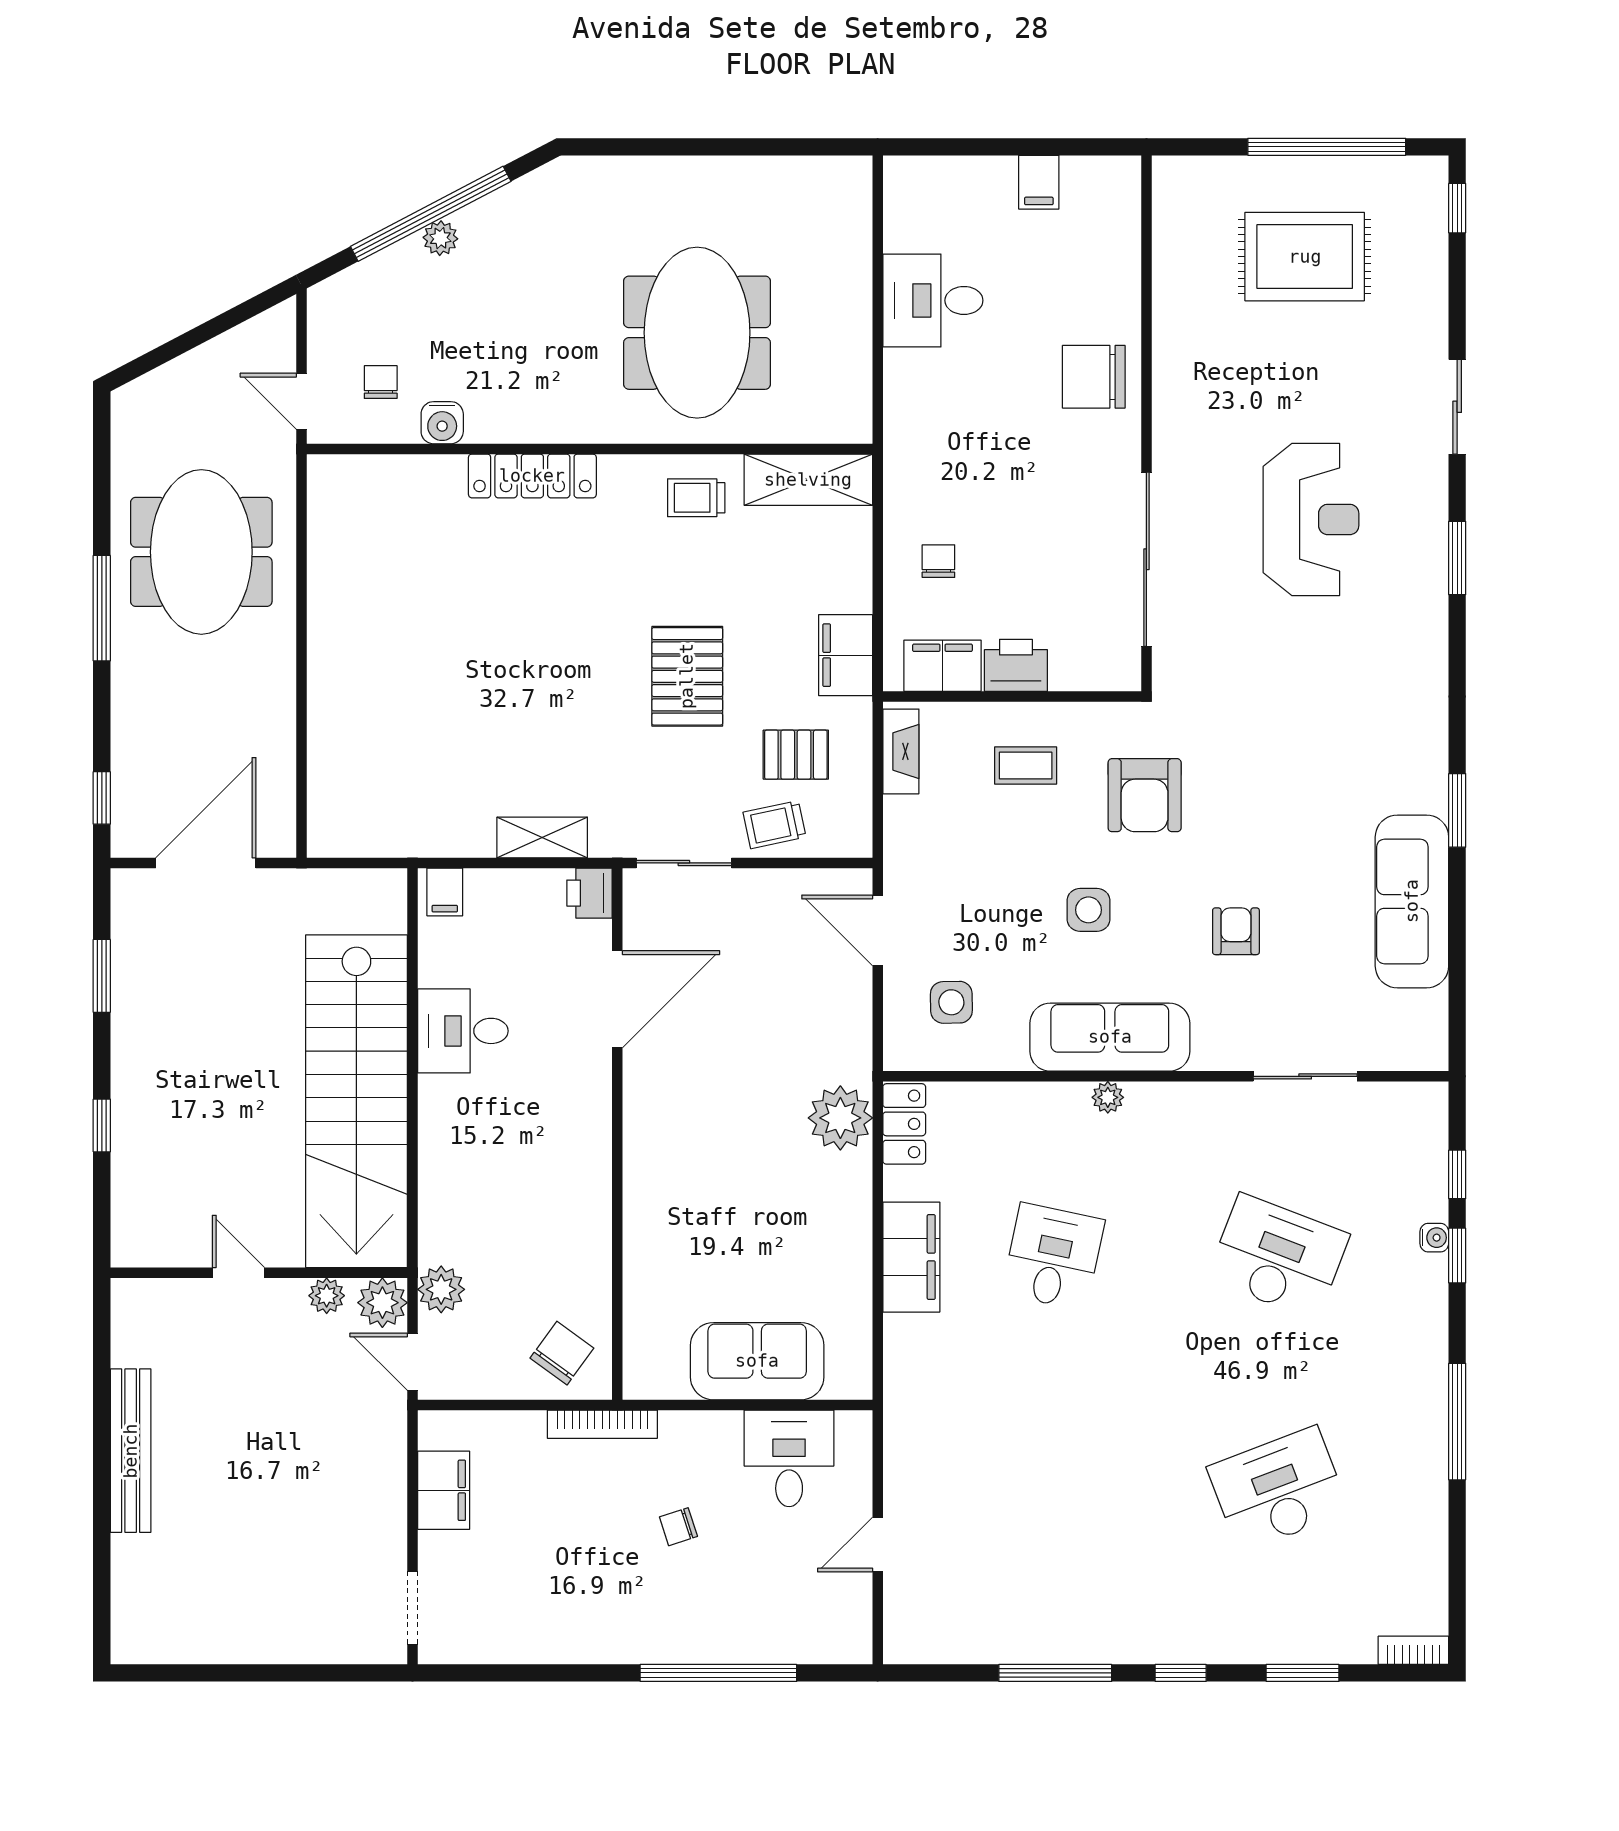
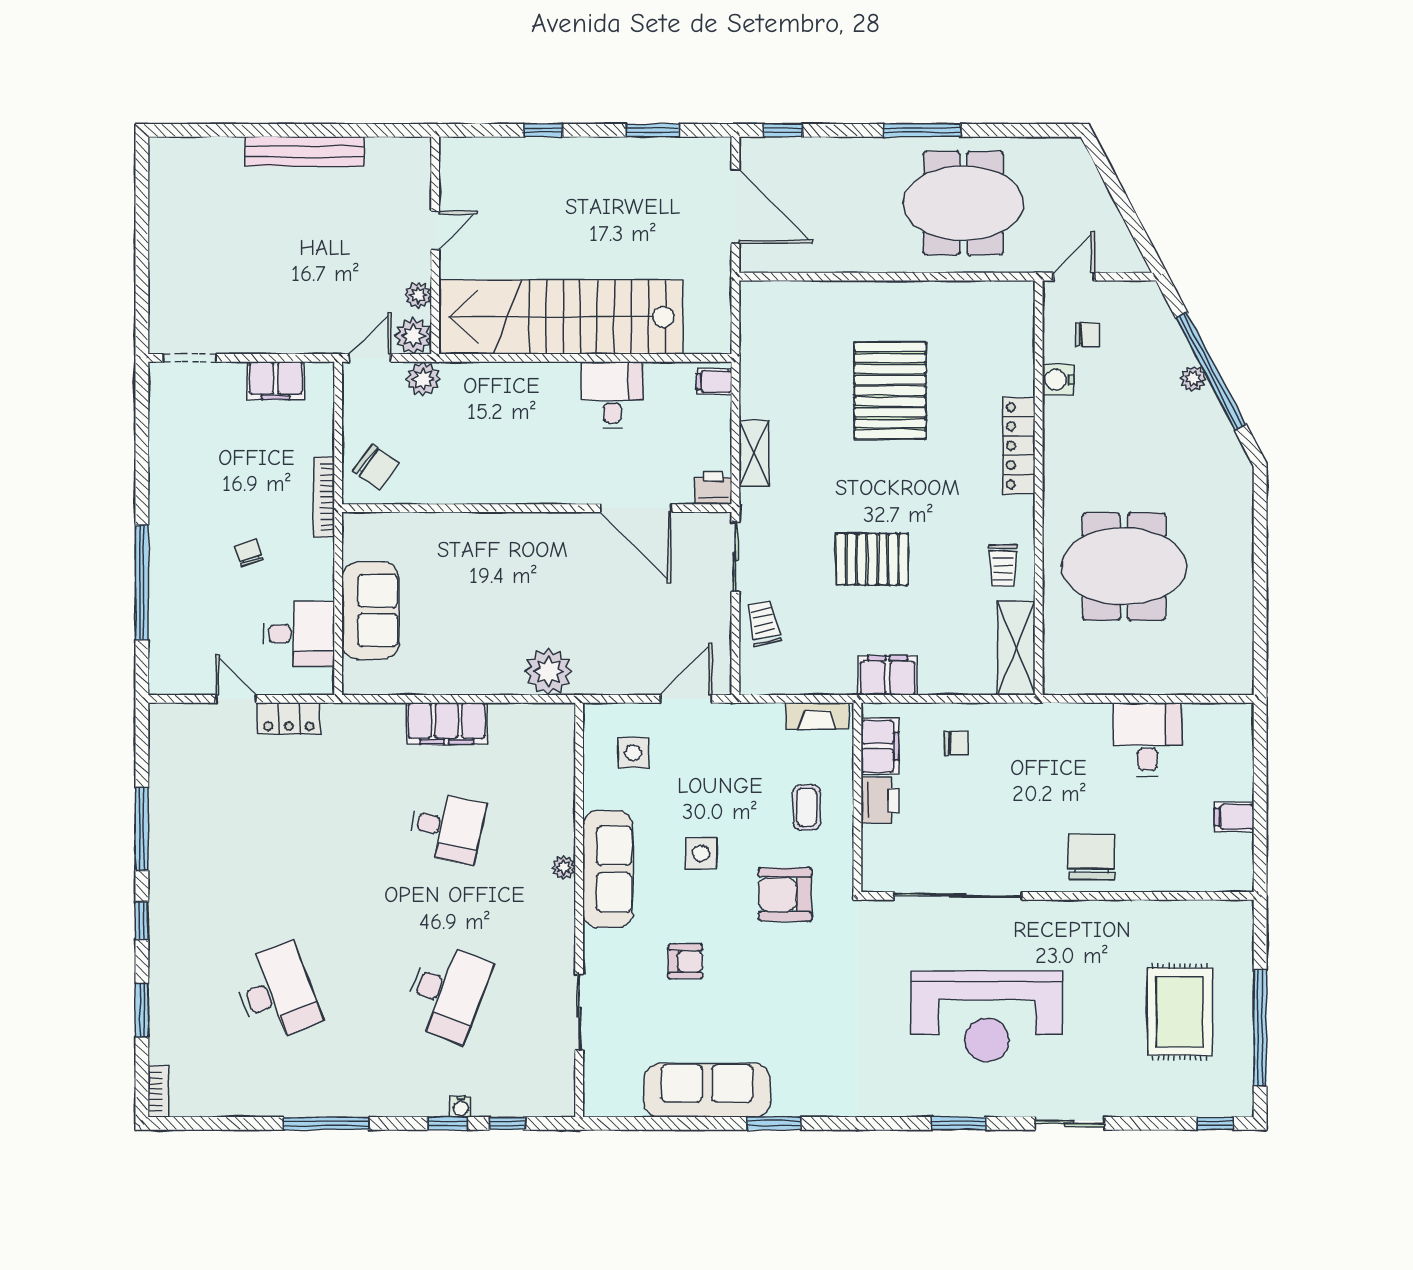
trolley: (696, 498) -> (1003, 566), turned 180
reception desk: (1311, 519) -> (987, 1016), width x1.36, depth x1.30
pallet: (796, 755) -> (890, 391), moved, width x2.05, depth x2.00
locker: (904, 1124) -> (289, 718), moved

